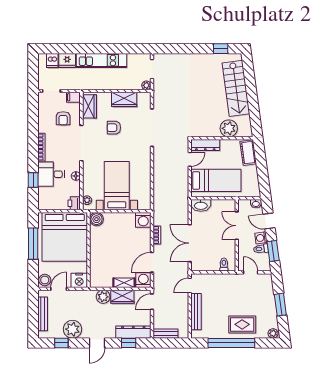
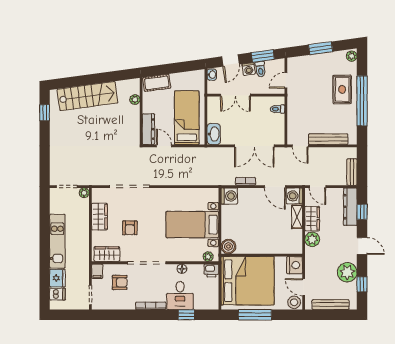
plant: (229, 128) -> (135, 100), width x0.53, depth x0.53

